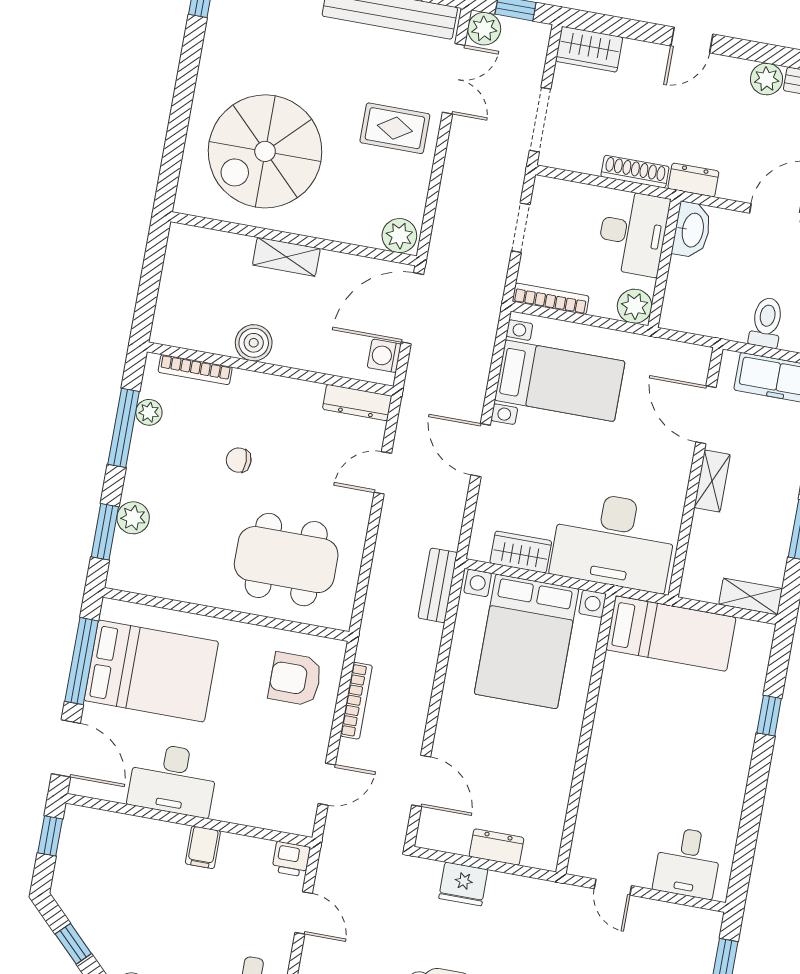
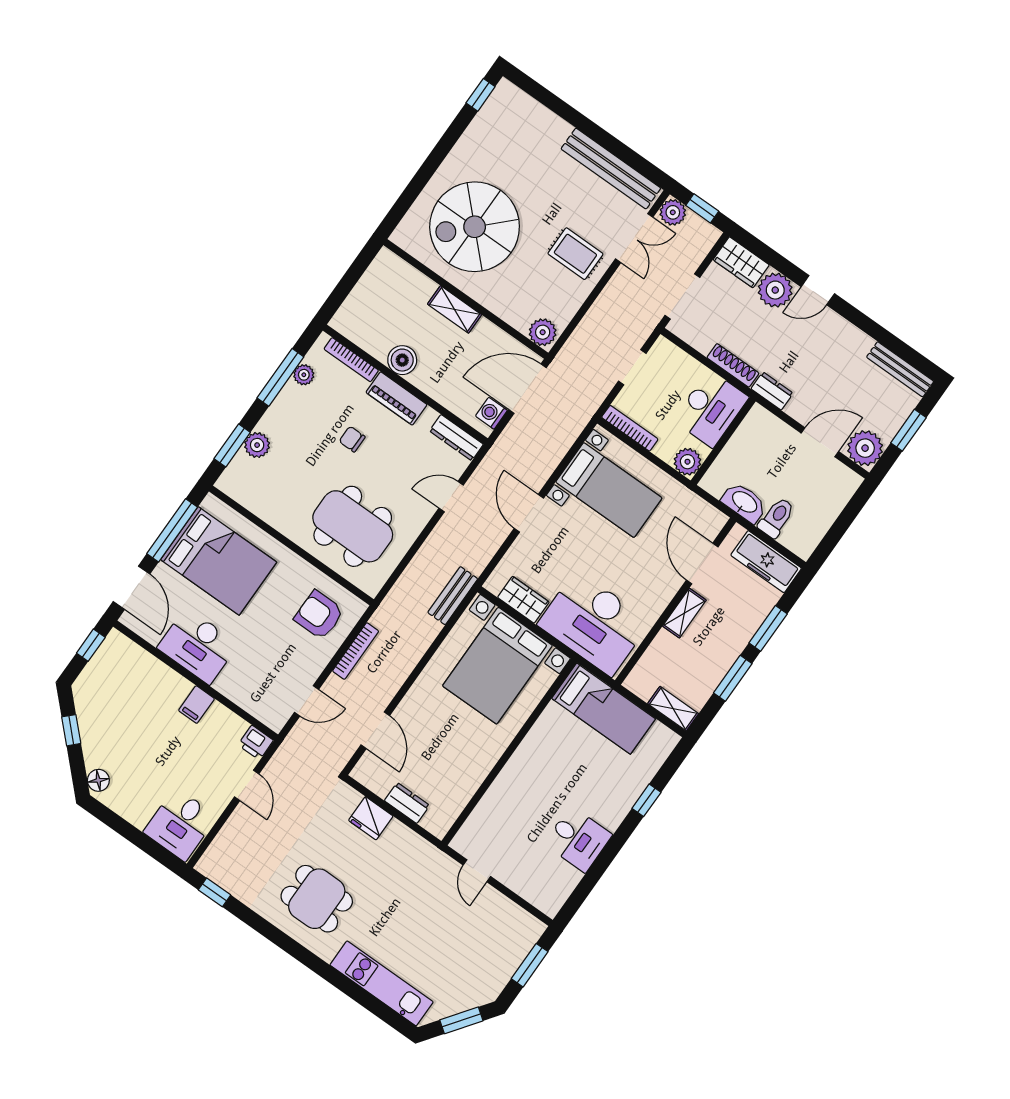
plant: (766, 79) -> (775, 290), moved, width x1.36, depth x1.36
washbasin: (692, 230) -> (744, 503), moved, turned -90
piano: (268, 390) -> (396, 398), added
desk: (688, 863) -> (578, 839), moved, turned -90

